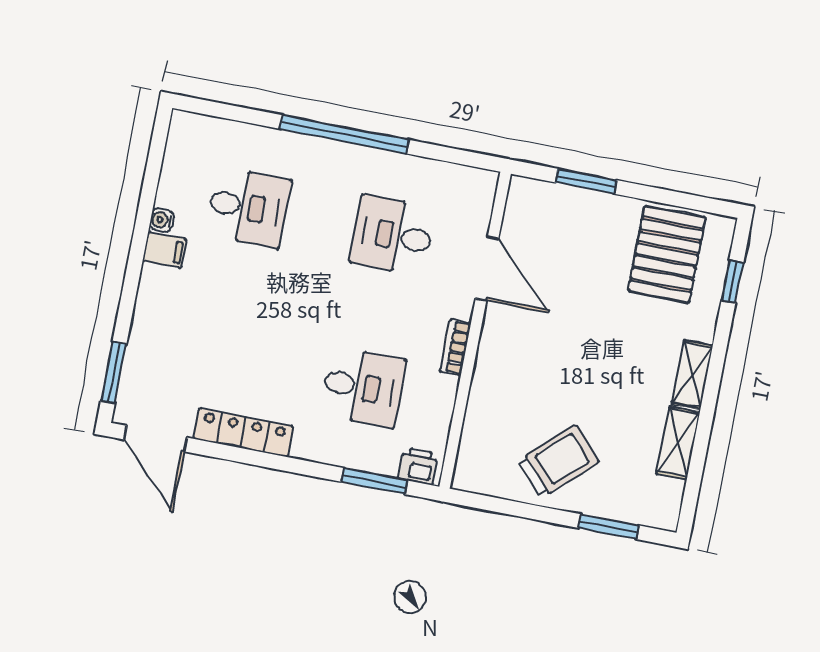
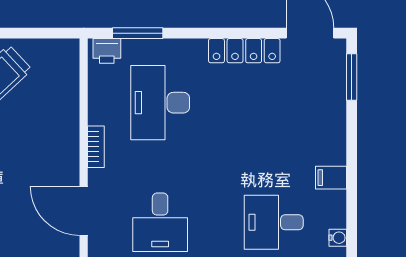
water cooler: (162, 220) -> (338, 238), moved
desk: (393, 235) -> (160, 222), turned 90
desk: (363, 387) -> (160, 103), width x1.37

